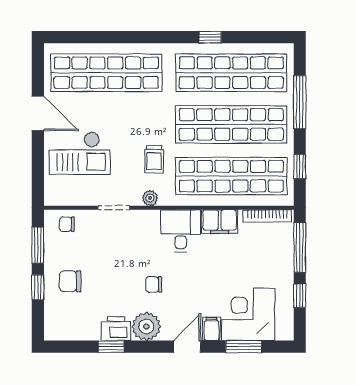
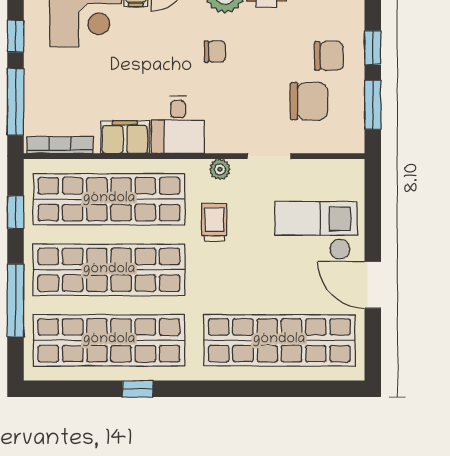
chair: (67, 224) -> (309, 101), moved, width x1.87, depth x1.87

